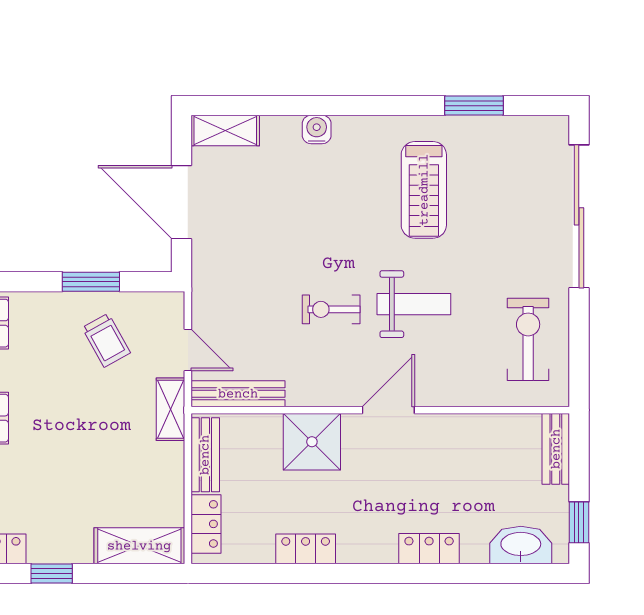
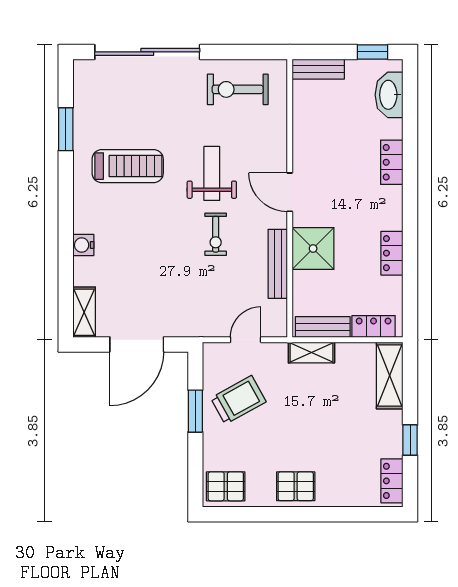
trolley: (106, 340) -> (238, 400), width x1.36, depth x1.39
bench: (238, 394) -> (278, 264), moved
shelving: (171, 409) -> (311, 353), moved

